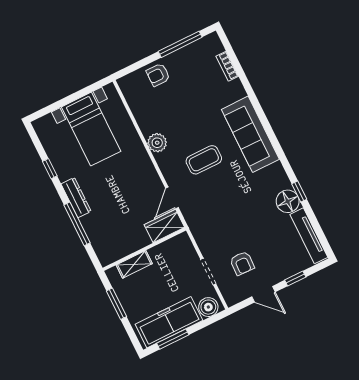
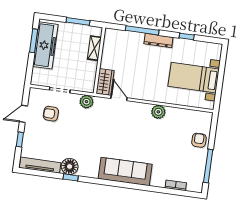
coffee table: (204, 160) -> (129, 133), removed
plant: (201, 232) -> (86, 102), added
boiler: (208, 307) -> (38, 75), removed

